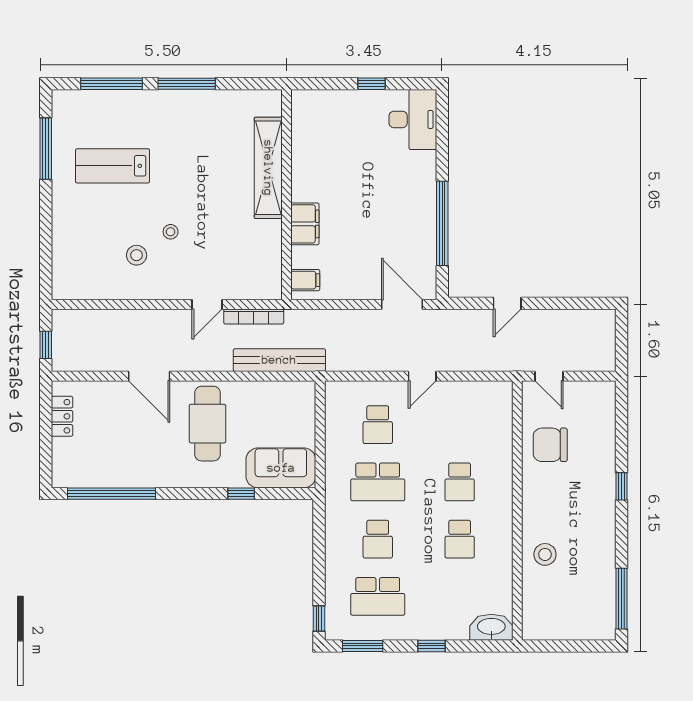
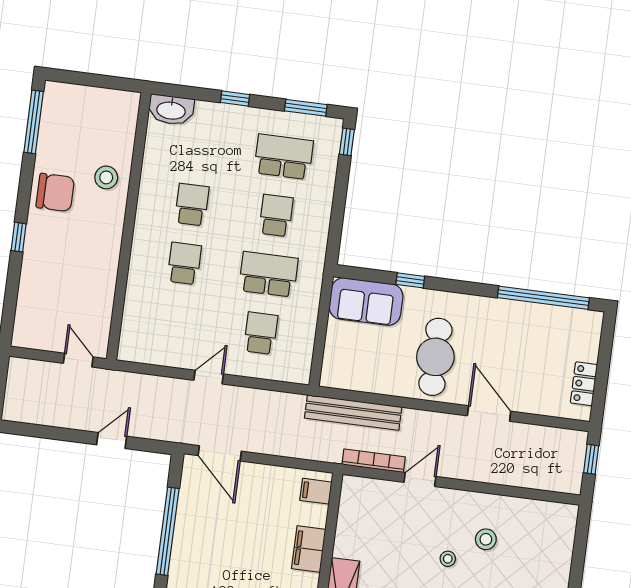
chair: (550, 445) -> (55, 192), moved

